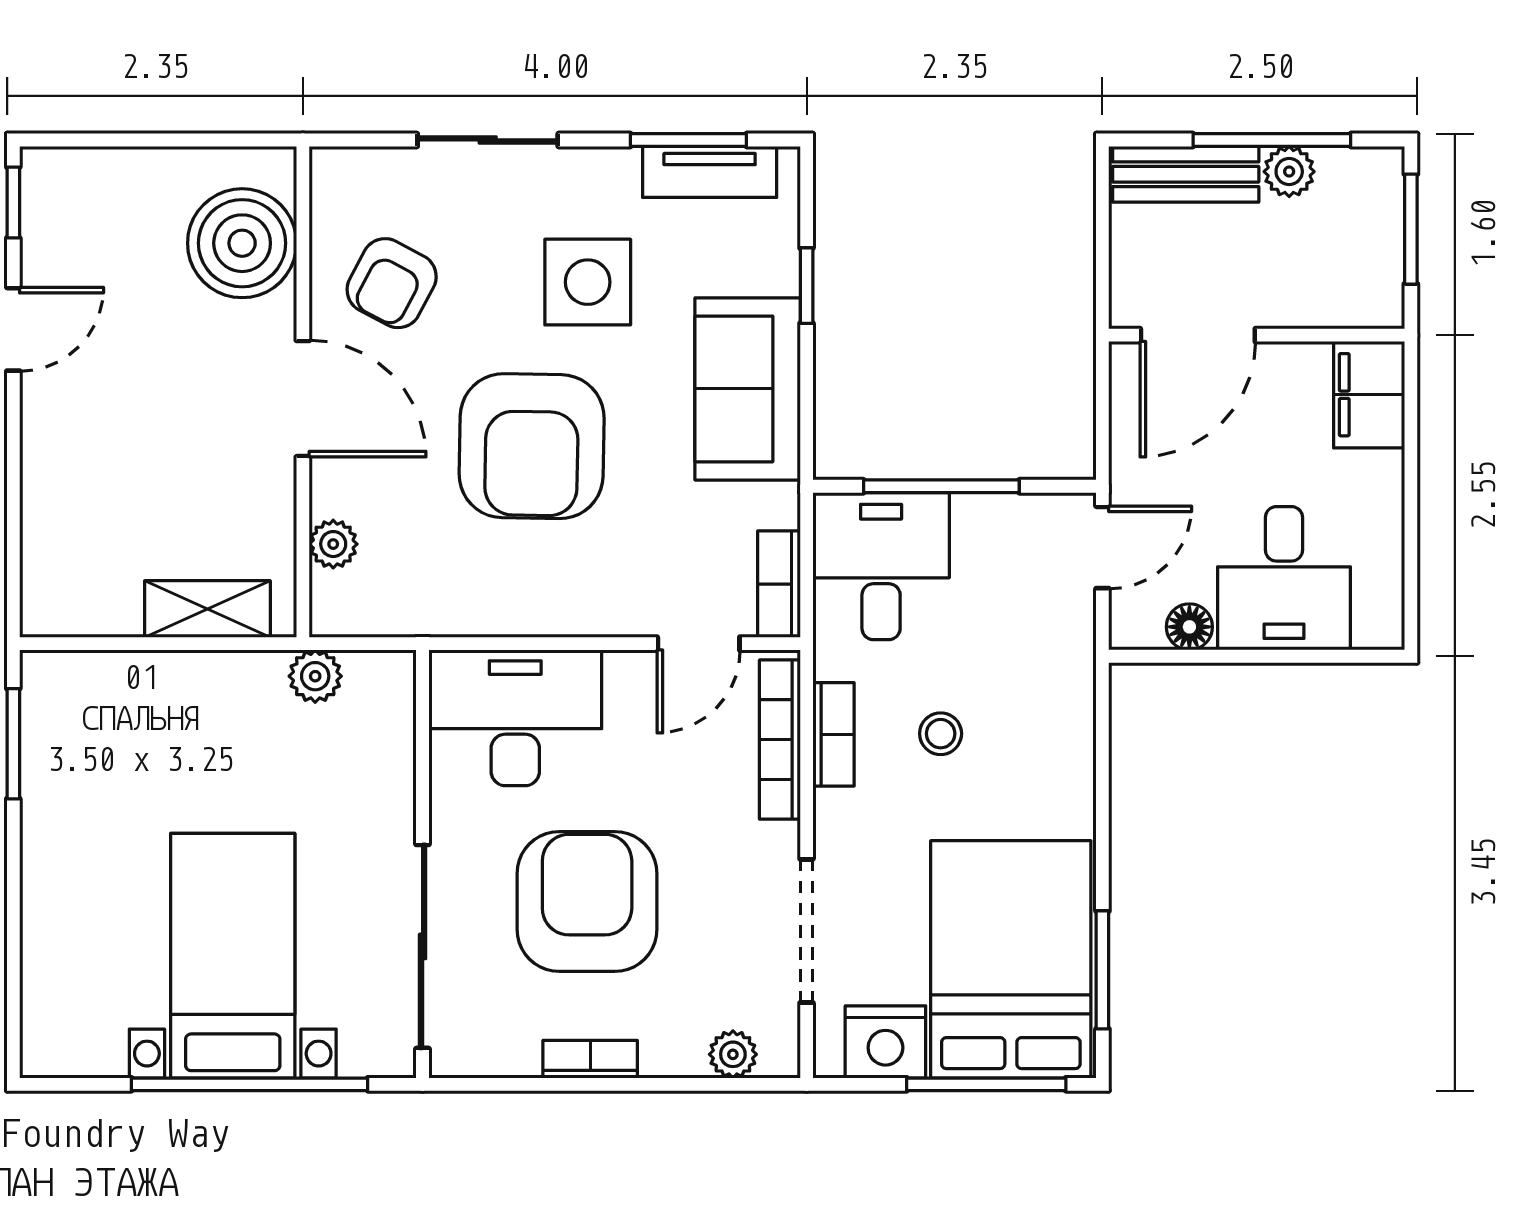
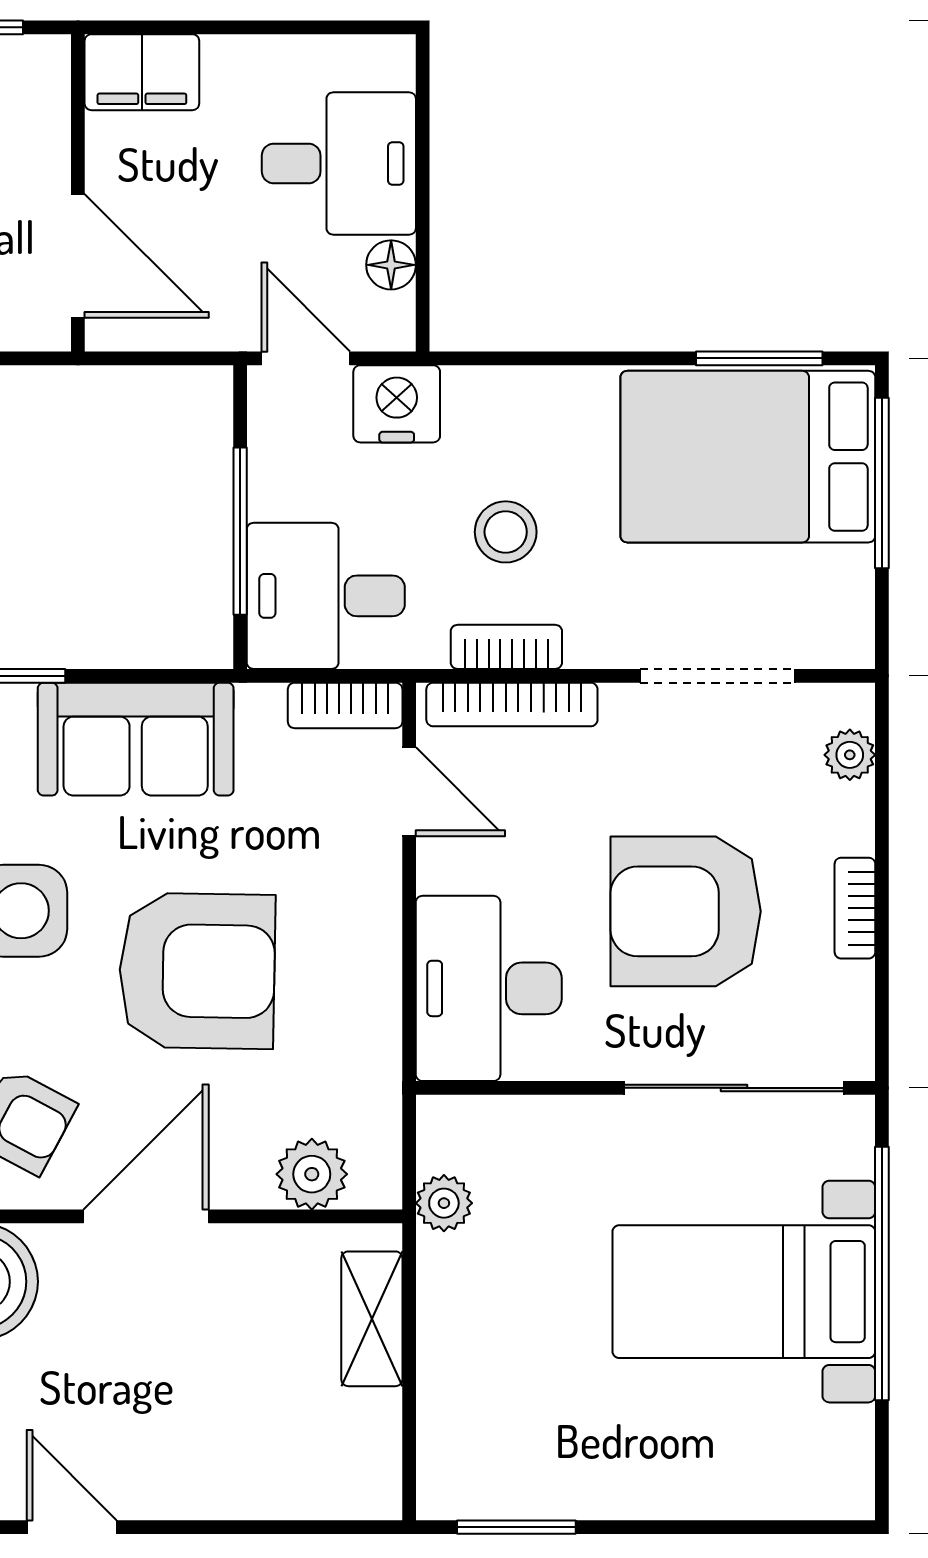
plant: (333, 544) -> (312, 1174), width x1.38, depth x1.38
stool: (941, 734) -> (506, 532), width x1.37, depth x1.37
nightstand: (885, 1042) -> (397, 404), moved, turned -90

